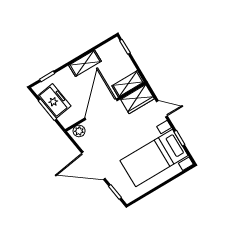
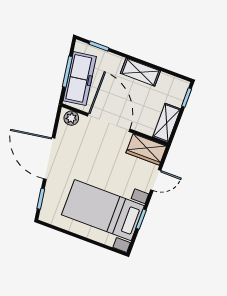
shelving: (128, 84) -> (167, 123), moved, turned 90
freezer: (54, 101) -> (80, 79), width x1.40
door: (101, 109) -> (109, 123), hinge flipped
door: (162, 109) -> (156, 180), hinge flipped

